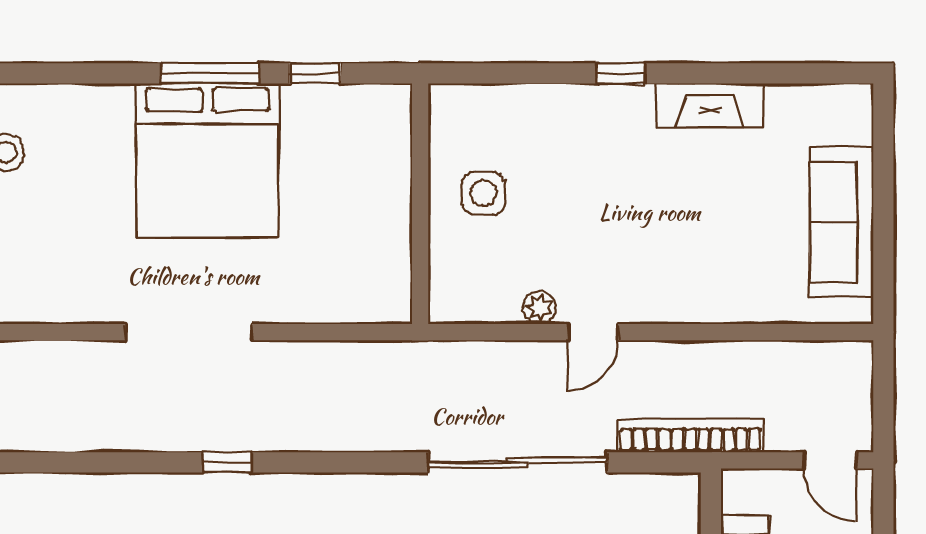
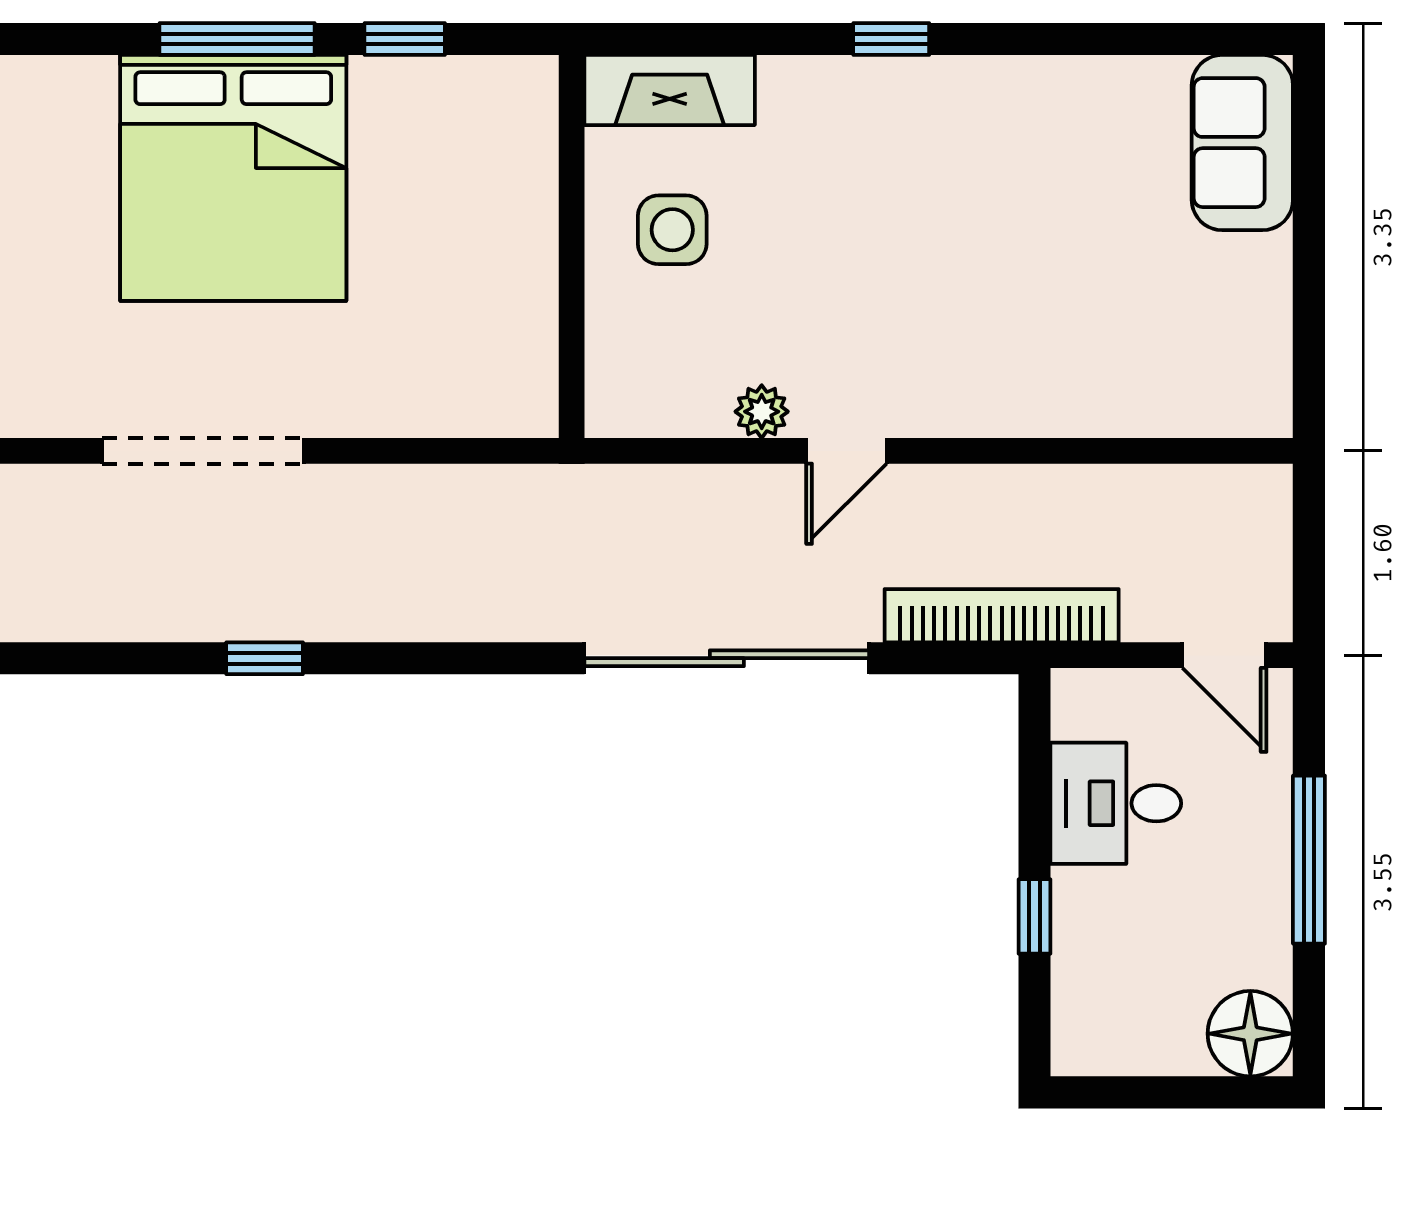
fireplace: (710, 105) -> (670, 90), moved
sofa: (842, 222) -> (1242, 143), moved, width x0.73

